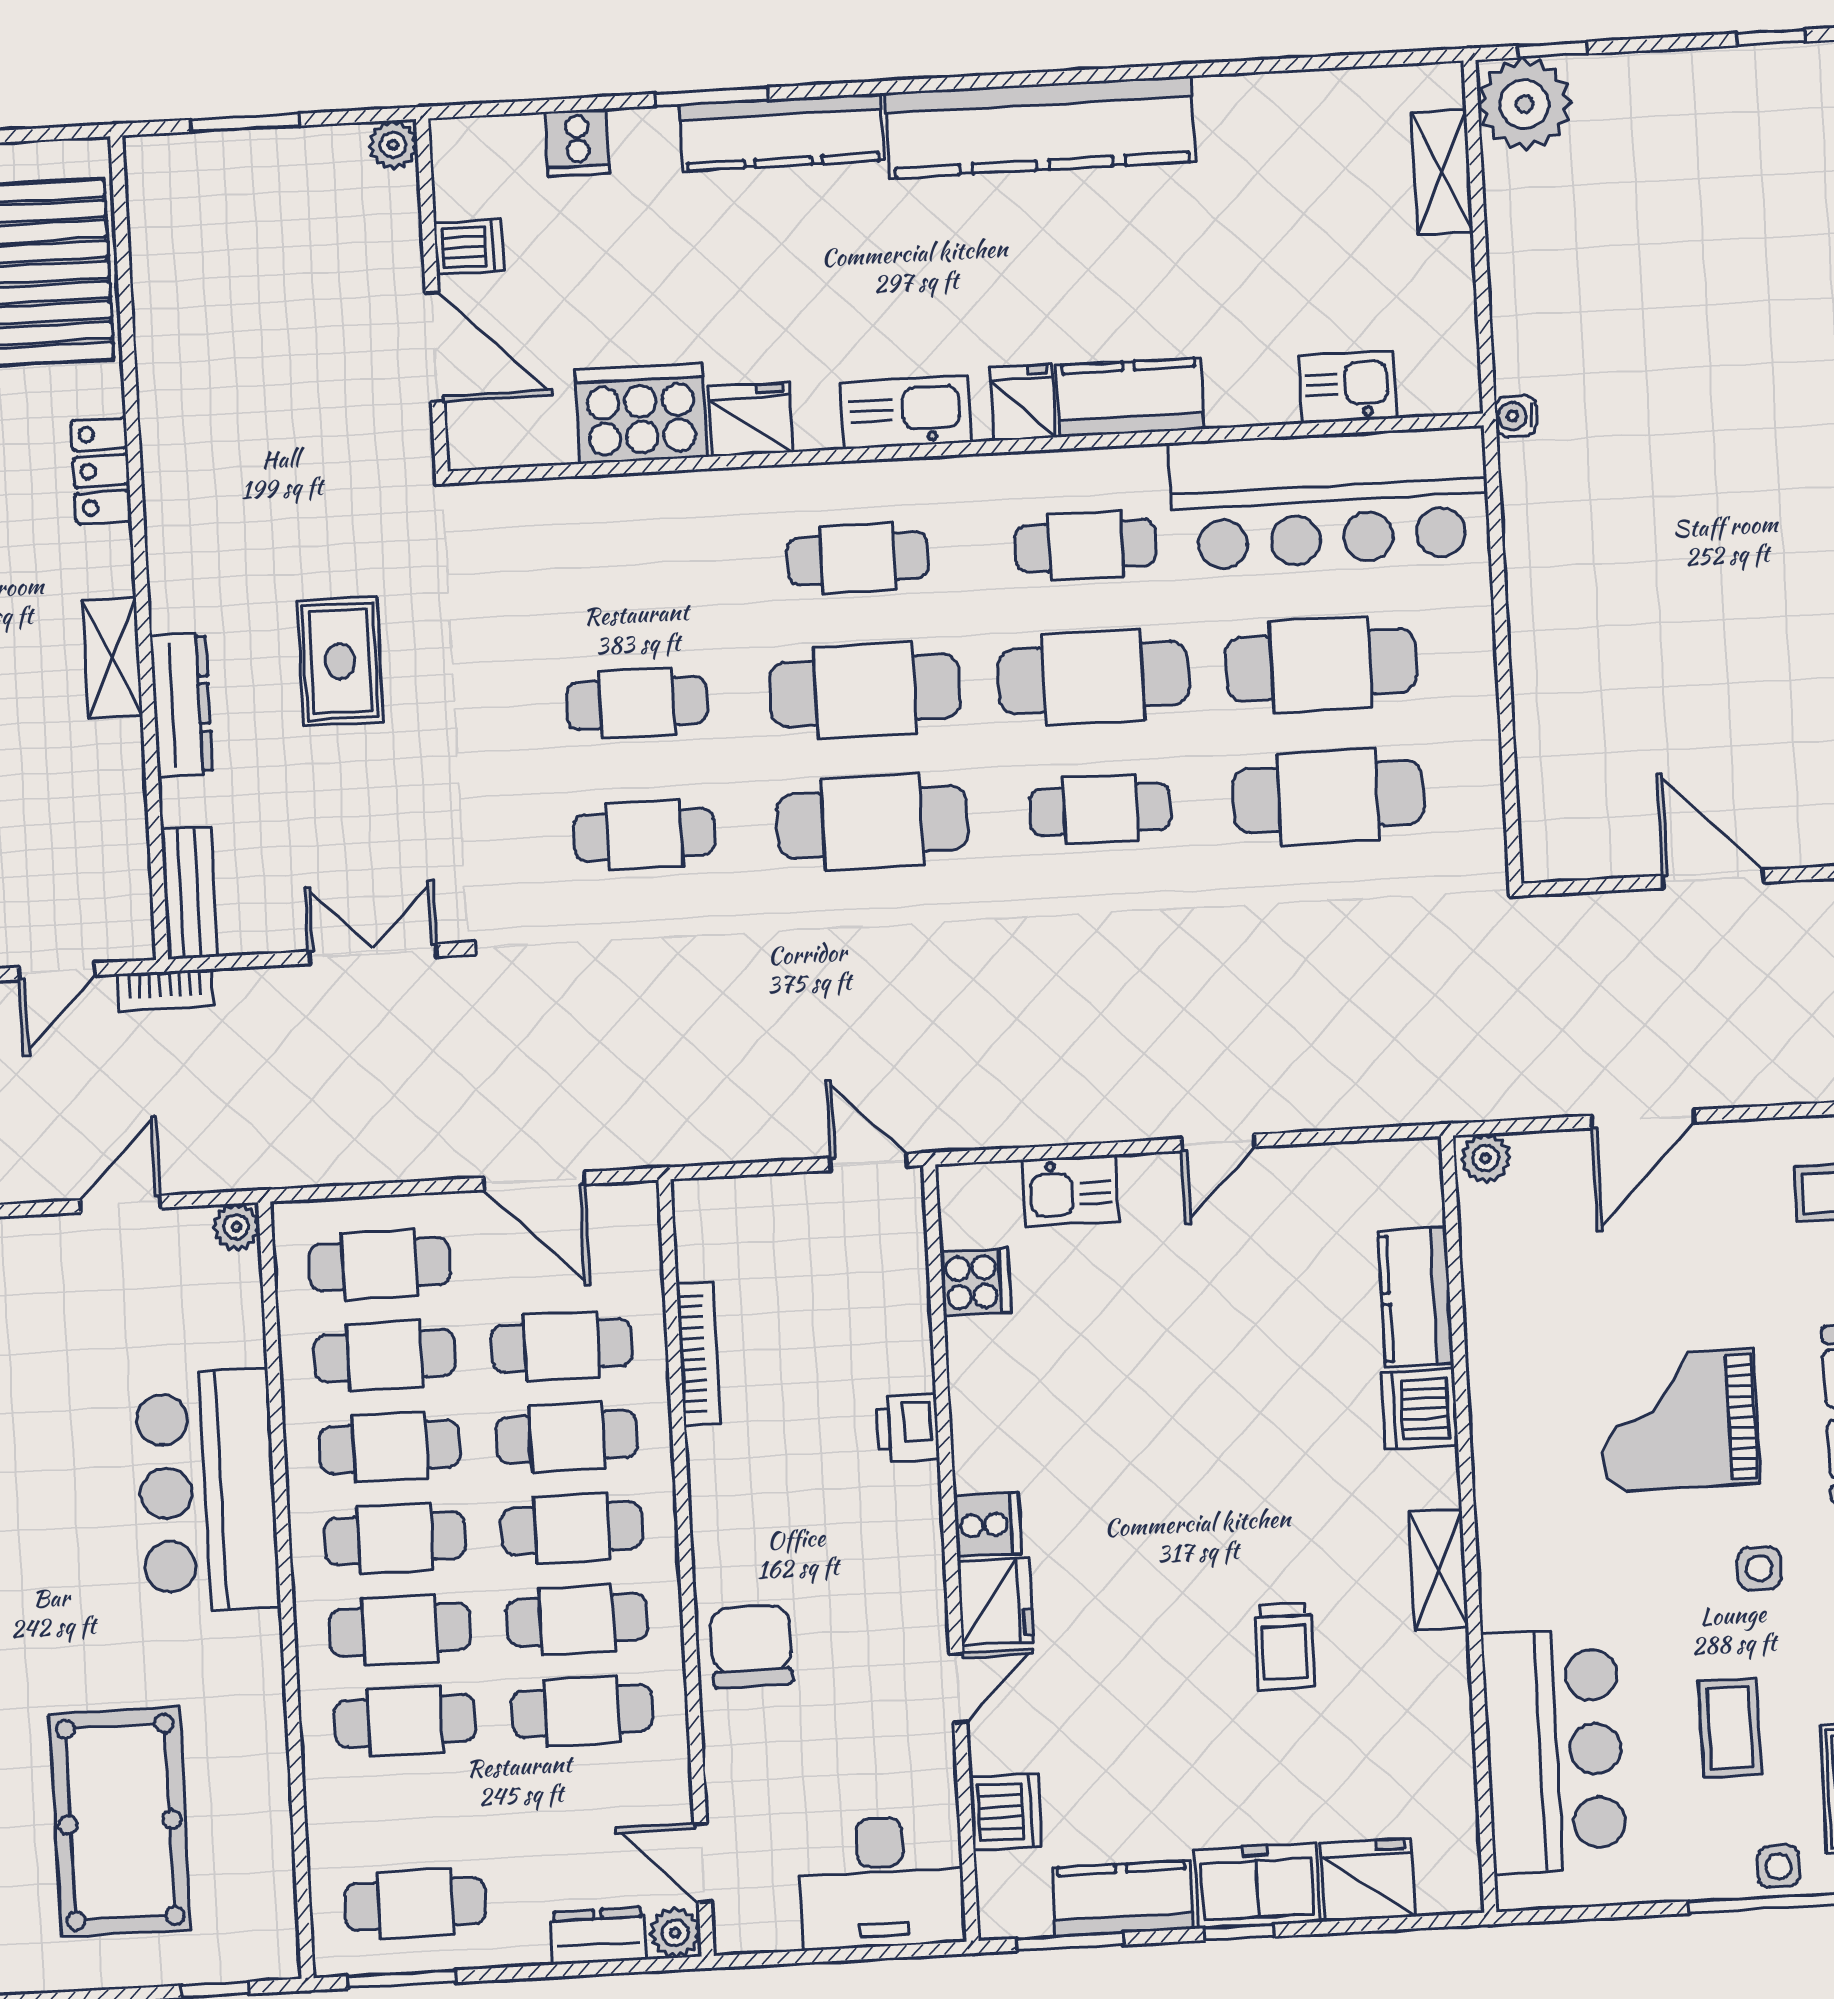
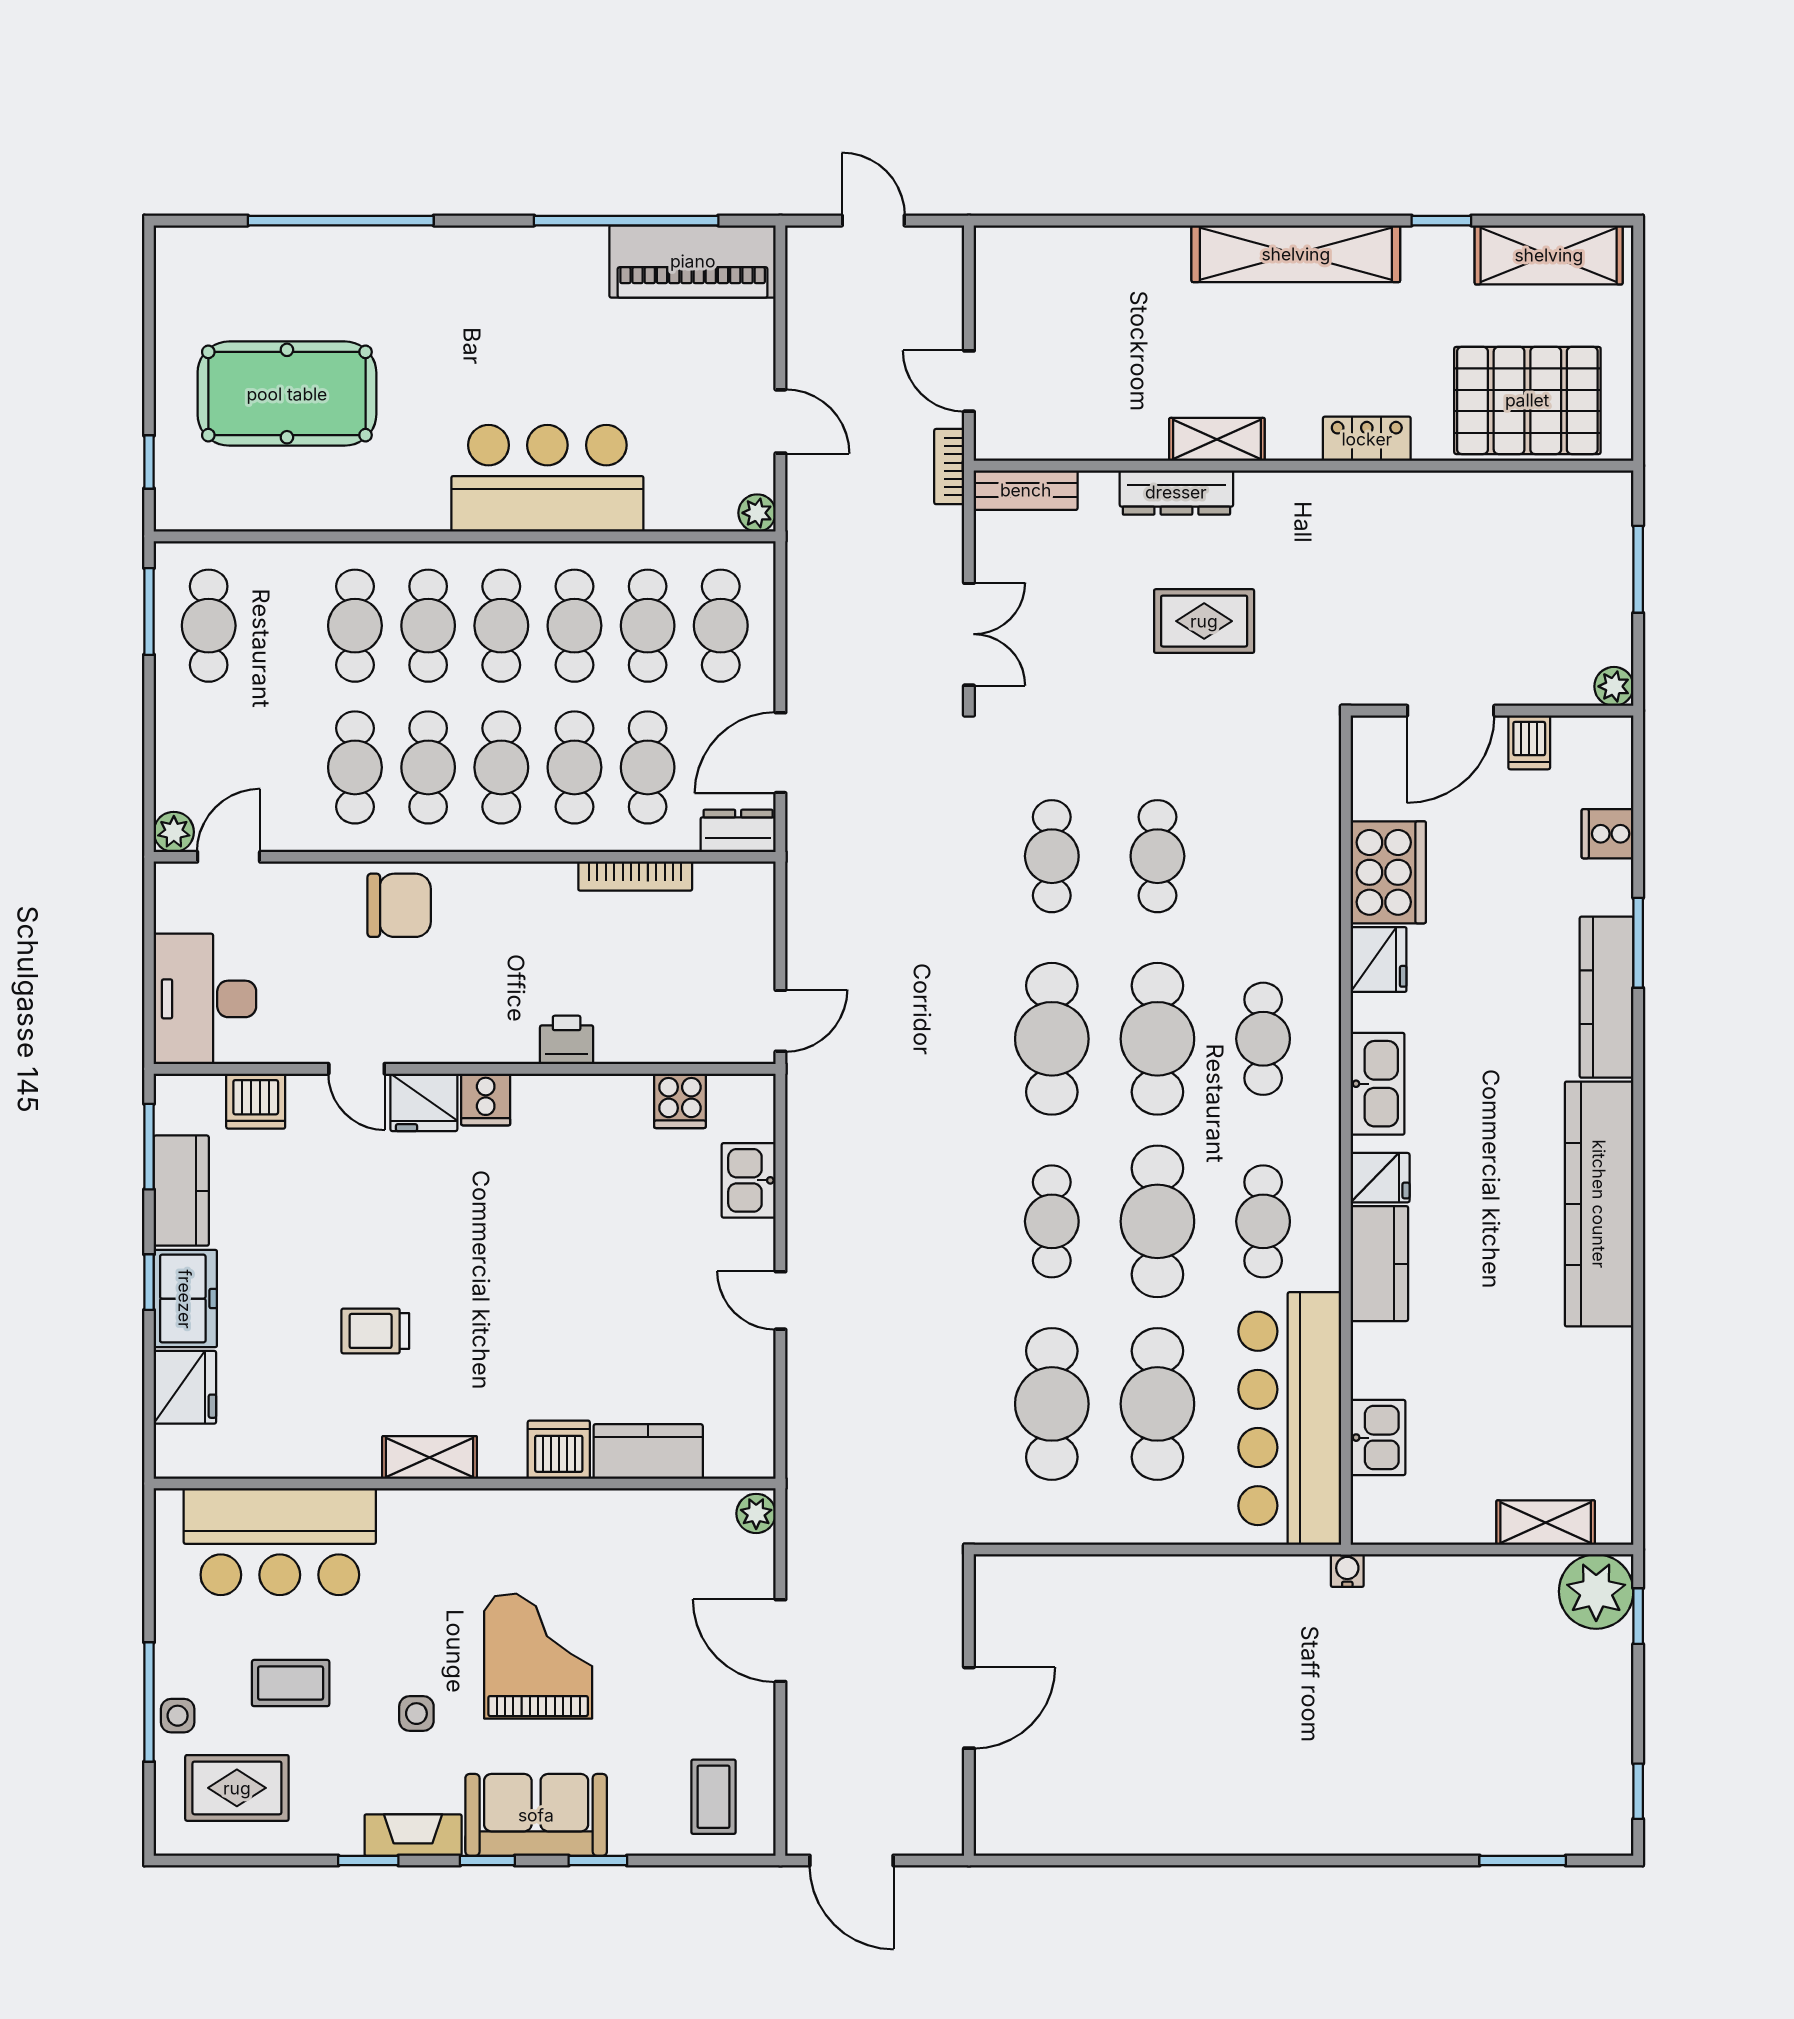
dresser: (598, 1936) -> (738, 831), moved, turned -90

